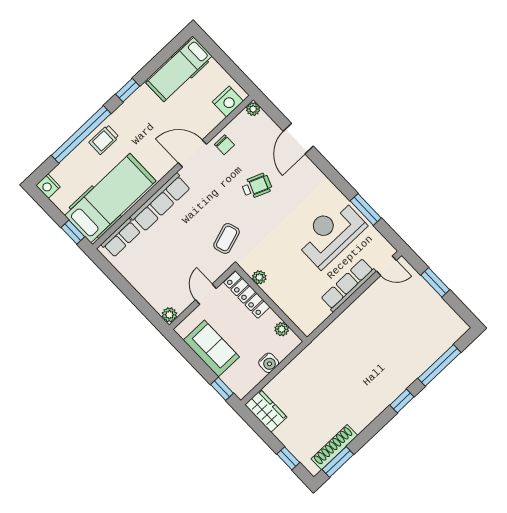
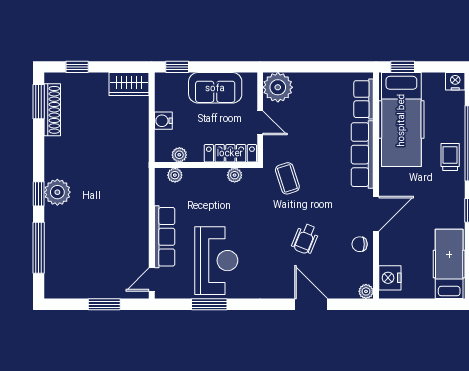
plant: (169, 315) -> (278, 87), width x1.87, depth x1.87
plant: (299, 319) -> (175, 175), added
plant: (388, 389) -> (57, 192), added

